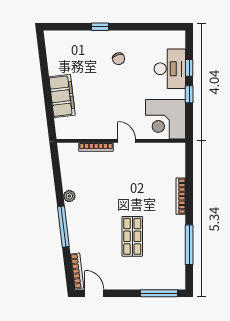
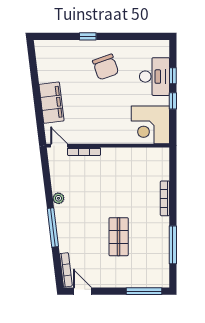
chair: (119, 59) -> (106, 67), width x1.87, depth x1.87
door: (127, 141) -> (59, 146), moved

